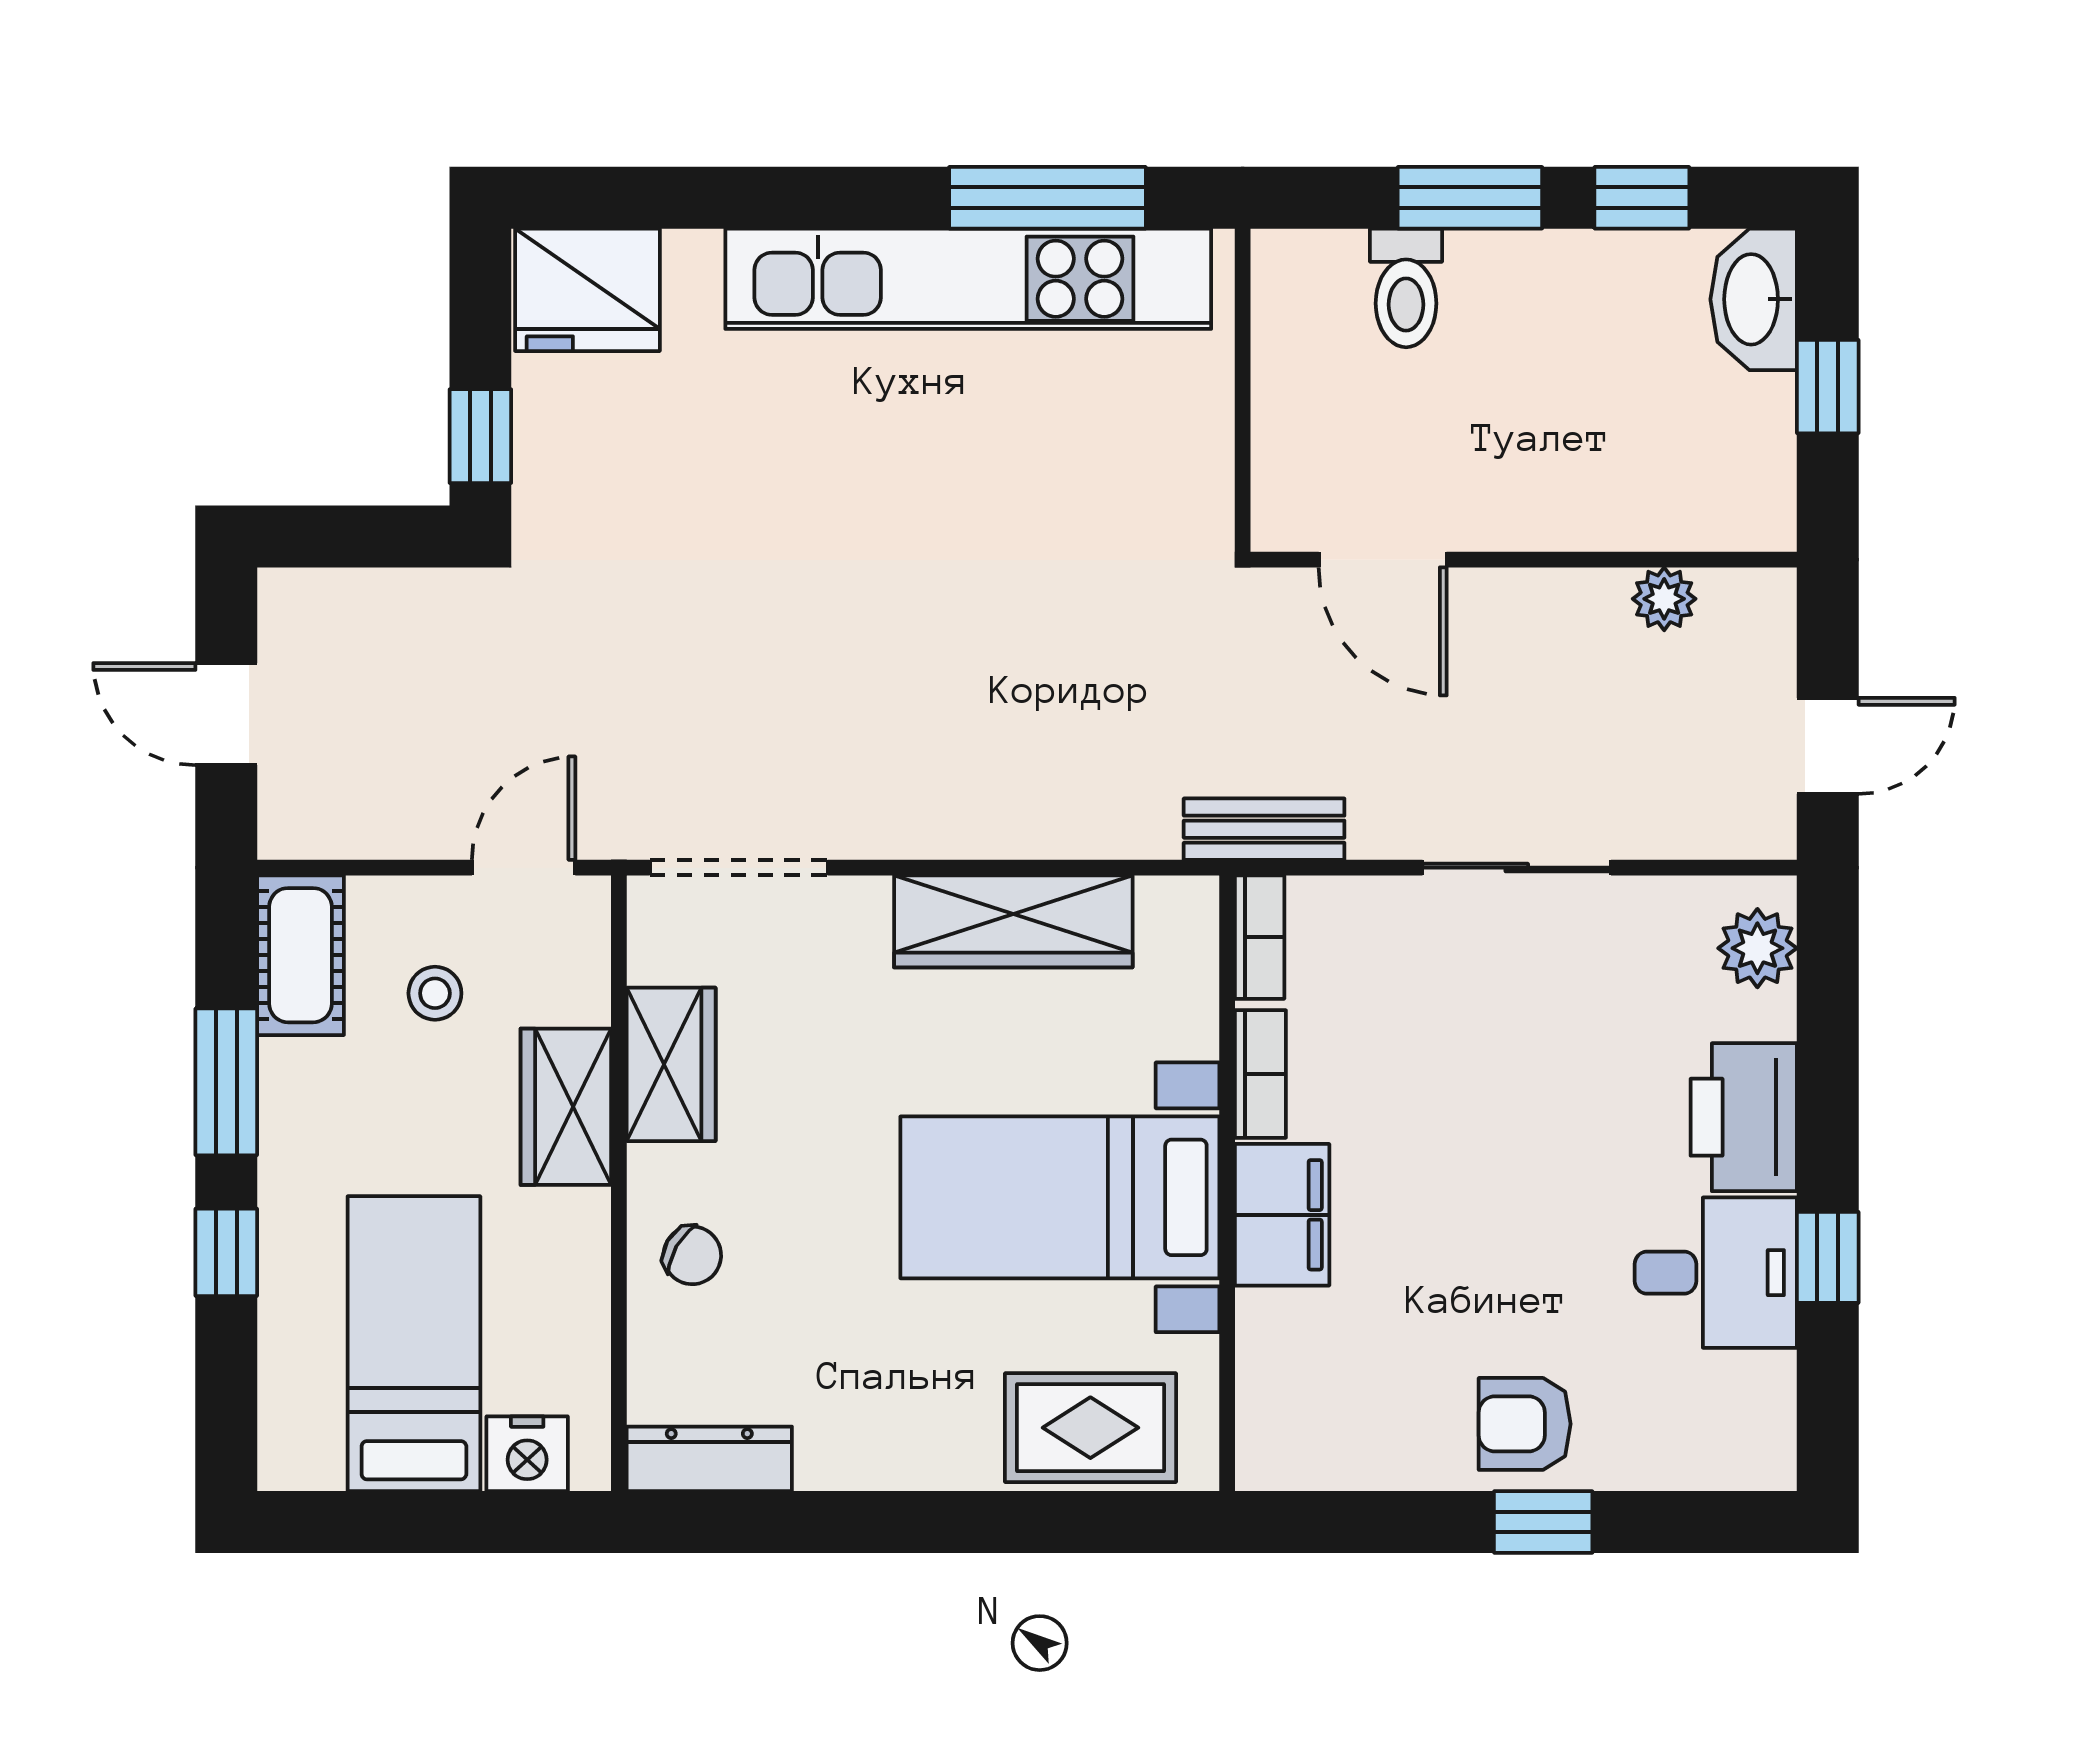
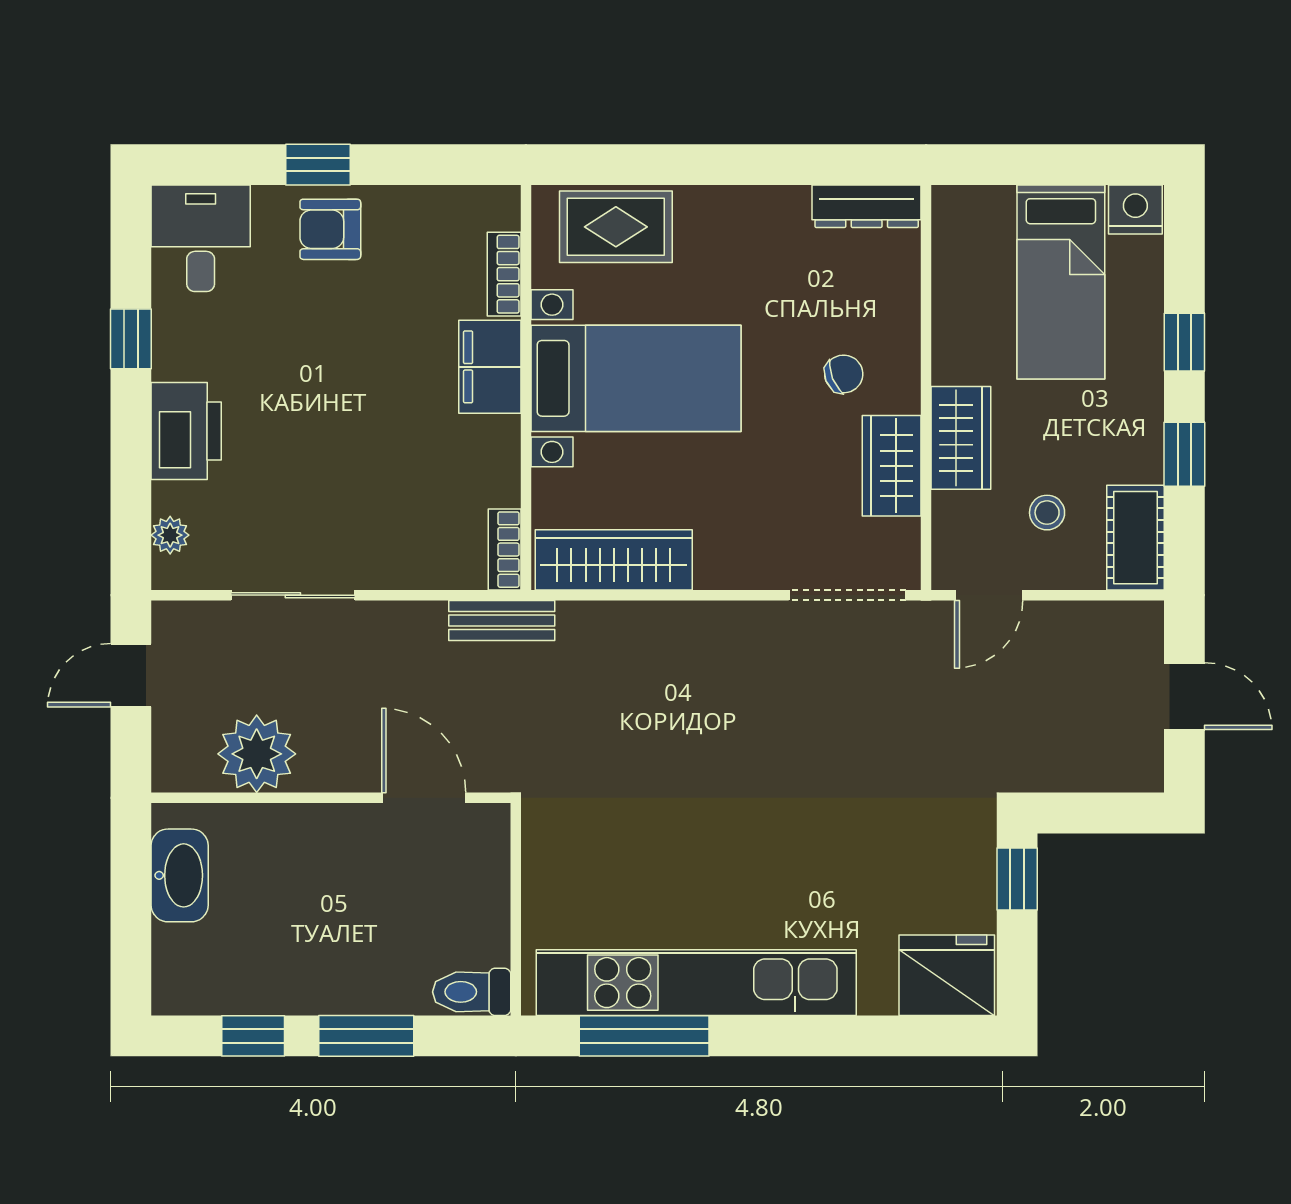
toilet: (1406, 288) -> (472, 992), moved, turned -90
washbasin: (1754, 299) -> (180, 875), moved
window: (1828, 387) -> (131, 912), removed
plant: (1664, 599) -> (257, 754), width x1.87, depth x1.87
sliding door: (1517, 868) -> (293, 595), moved
wardrobe: (1013, 921) -> (614, 560), moved
plant: (1757, 948) -> (170, 535), width x0.73, depth x0.73
bookcase: (1260, 1074) -> (504, 274), moved
window: (226, 1082) -> (1184, 454), width x0.67
chair: (692, 1255) -> (844, 374), moved, turned 128
desk: (1716, 1273) -> (201, 238), moved, turned 90
armchair: (1525, 1424) -> (330, 229), turned 180
nightstand: (527, 1454) -> (1135, 210), moved

